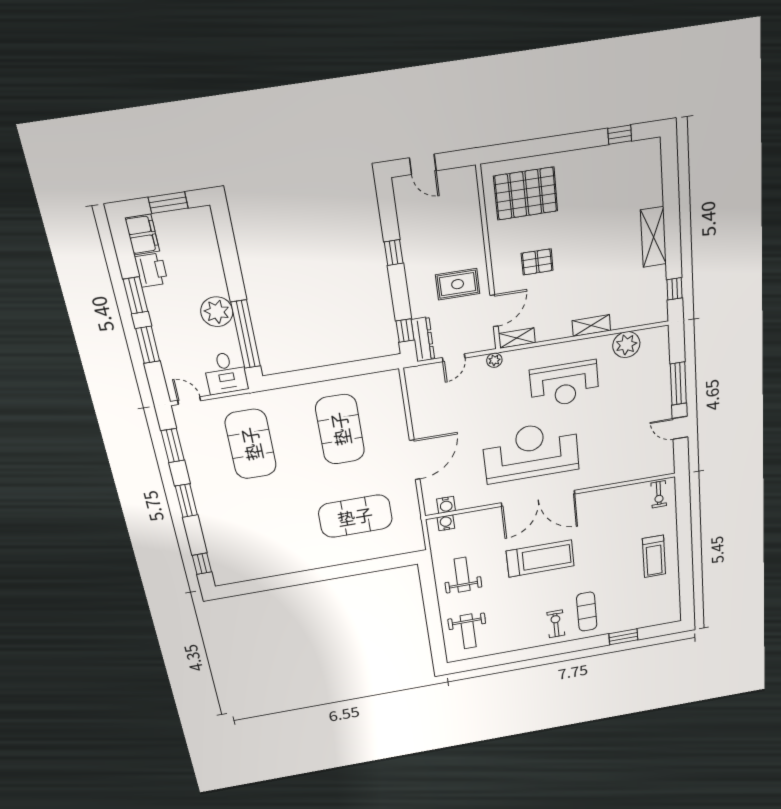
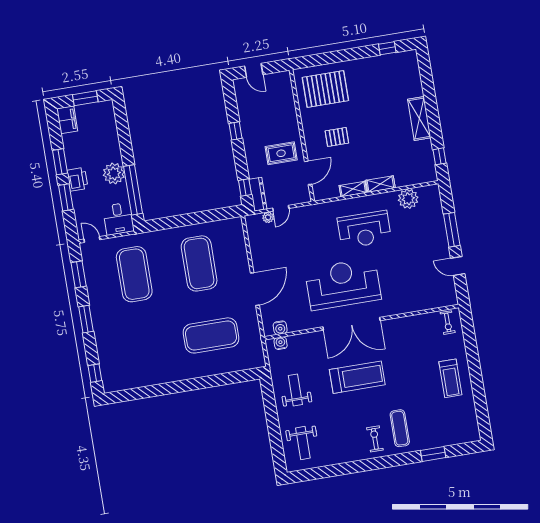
printer: (151, 270) -> (77, 179), moved
shelving: (517, 338) -> (353, 189), moved
plant: (494, 360) -> (268, 217), moved

